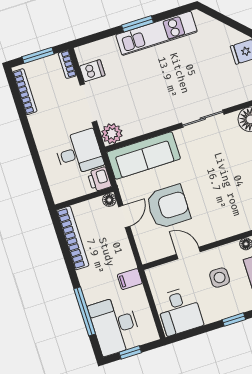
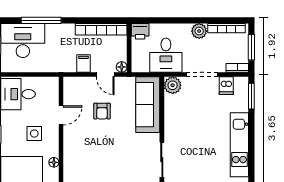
window: (137, 24) -> (251, 96), moved
plant: (38, 123) -> (199, 31), added
printer: (99, 179) -> (140, 31), moved, turned 180
armchair: (168, 207) -> (102, 111), width x0.53, depth x0.53
filing cabinet: (130, 279) -> (84, 63), moved

